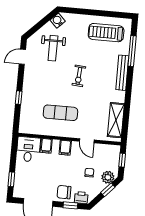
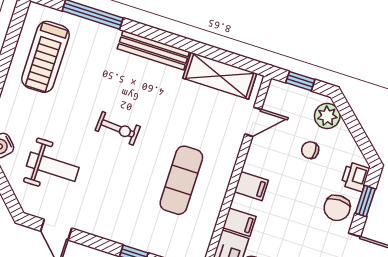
bench: (122, 73) -> (153, 50), moved
door: (87, 141) -> (253, 122), moved
window: (108, 190) -> (351, 122), removed

